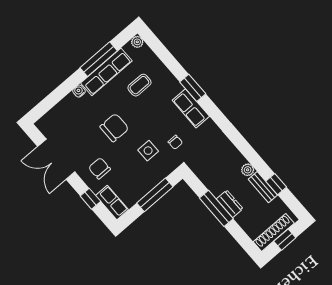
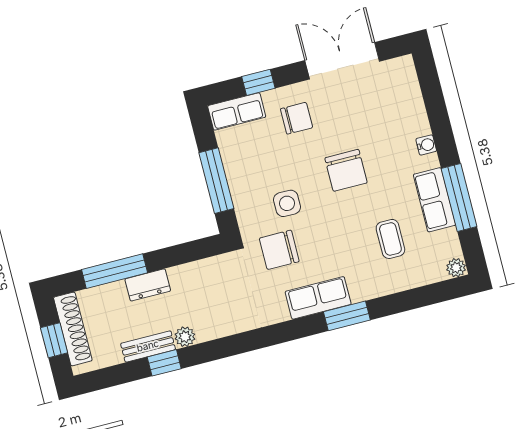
row of seats: (106, 72) -> (434, 200), width x0.68
chair: (175, 142) -> (279, 250), width x1.87, depth x1.87
window: (276, 184) -> (164, 363), moved
window: (216, 208) -> (115, 271), moved

